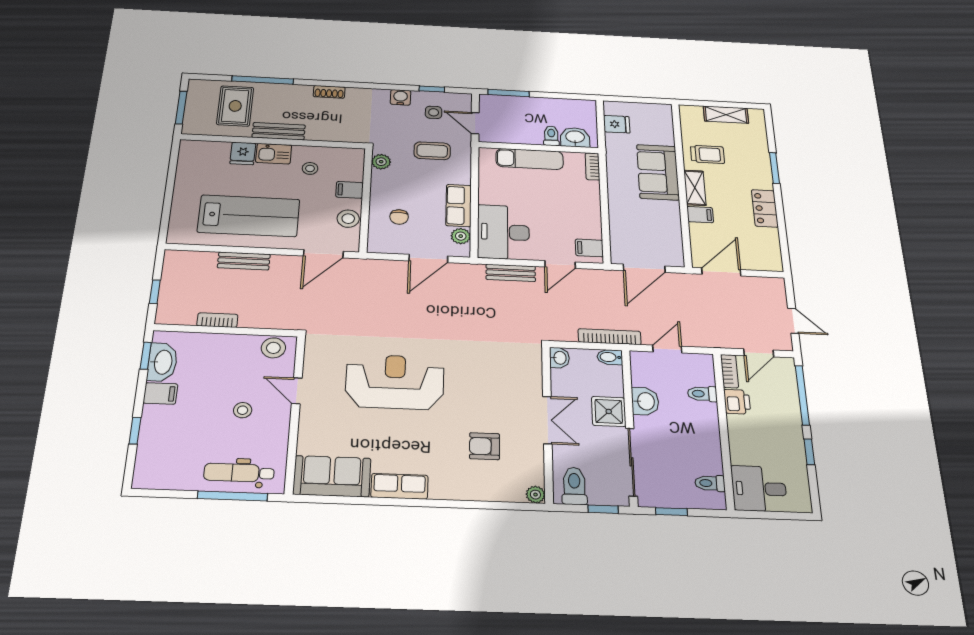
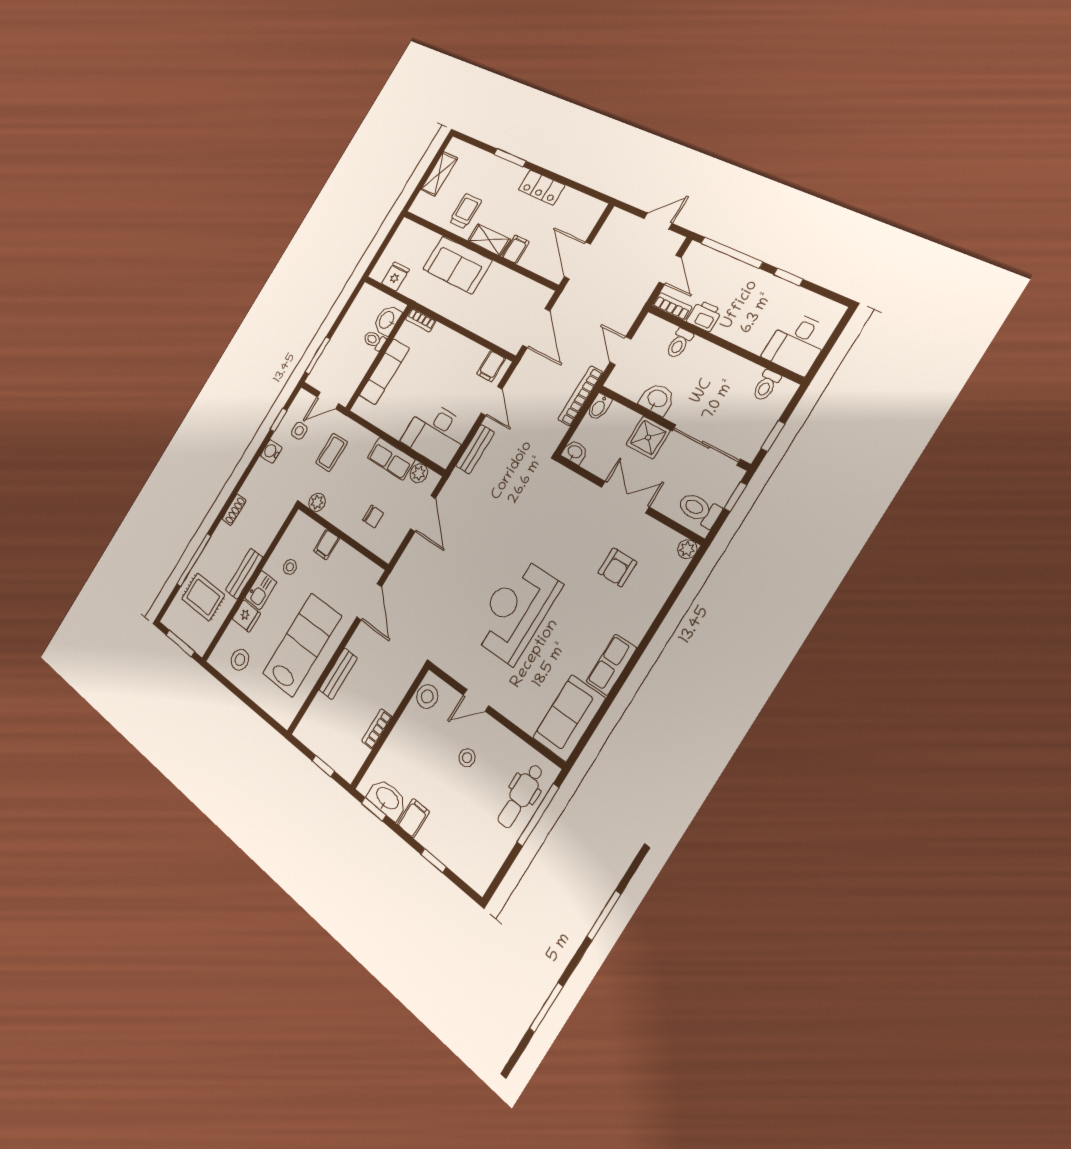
stool: (348, 219) -> (240, 660), moved

